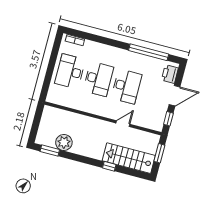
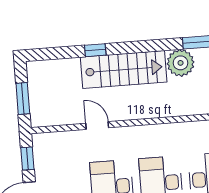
door: (123, 124) -> (97, 125), swing flipped
stairs: (129, 158) -> (124, 70), moved

